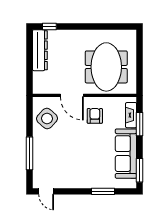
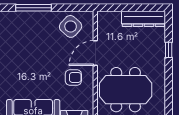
window: (49, 27) -> (169, 50), moved

